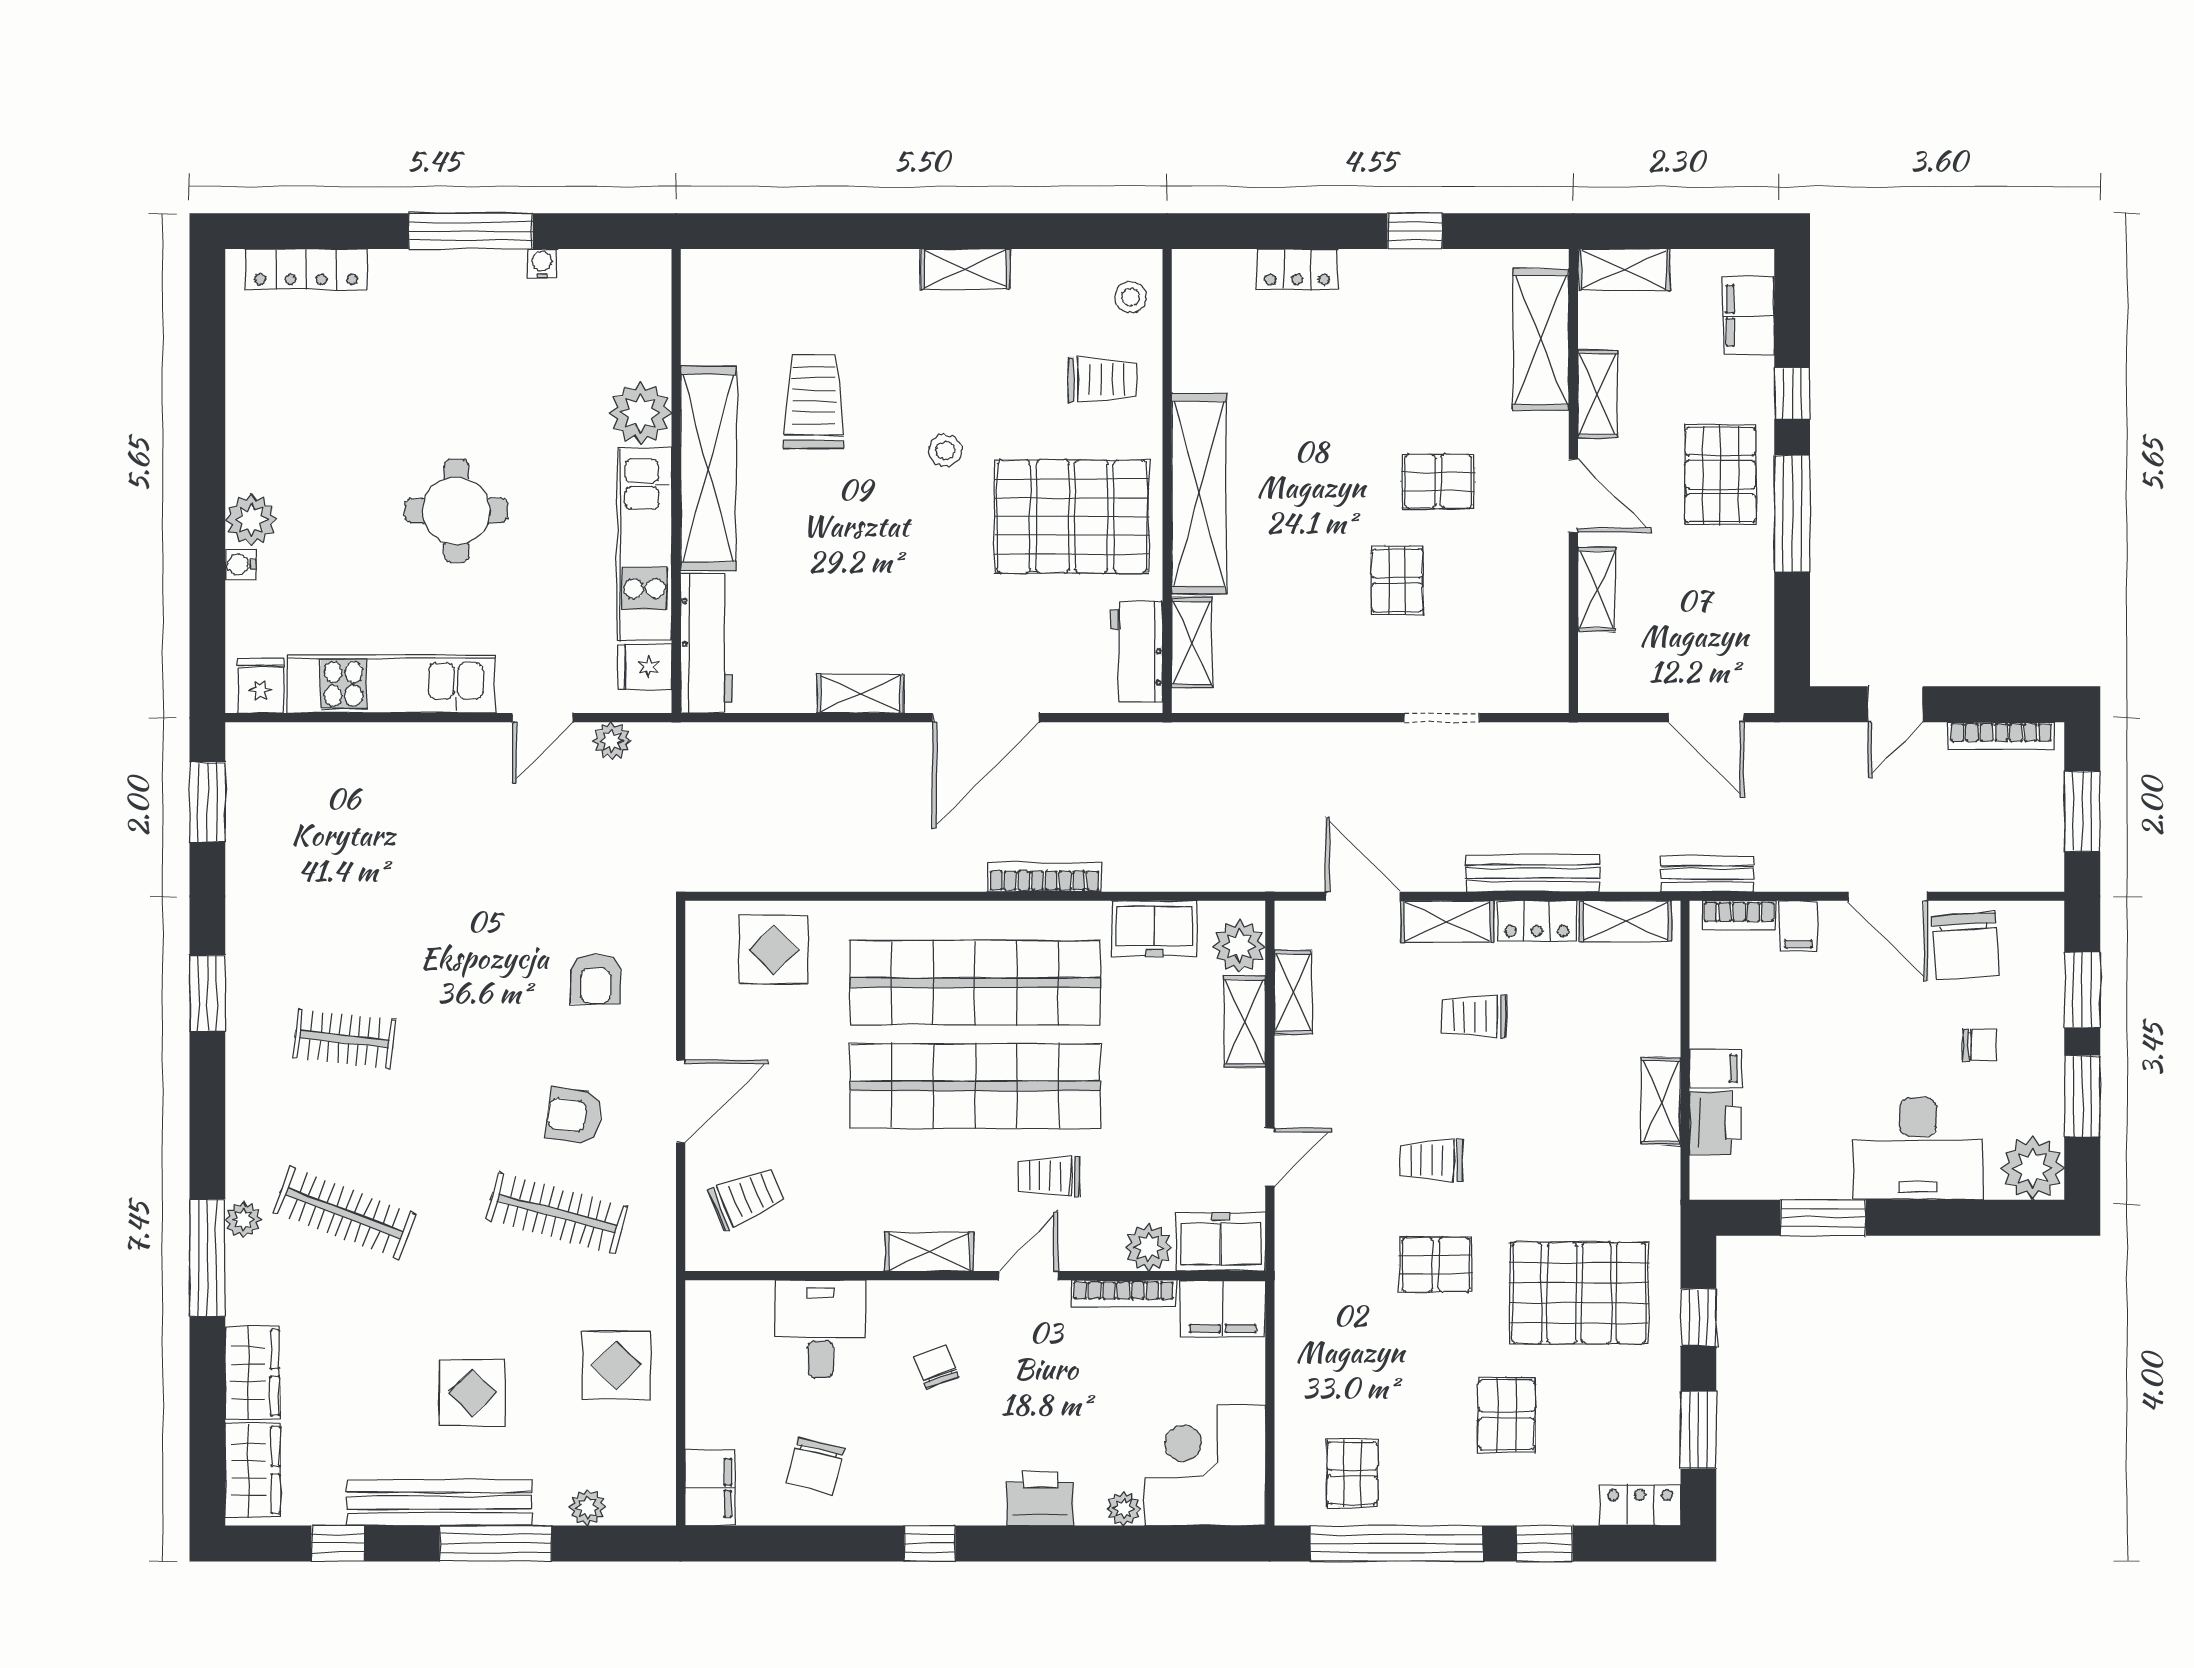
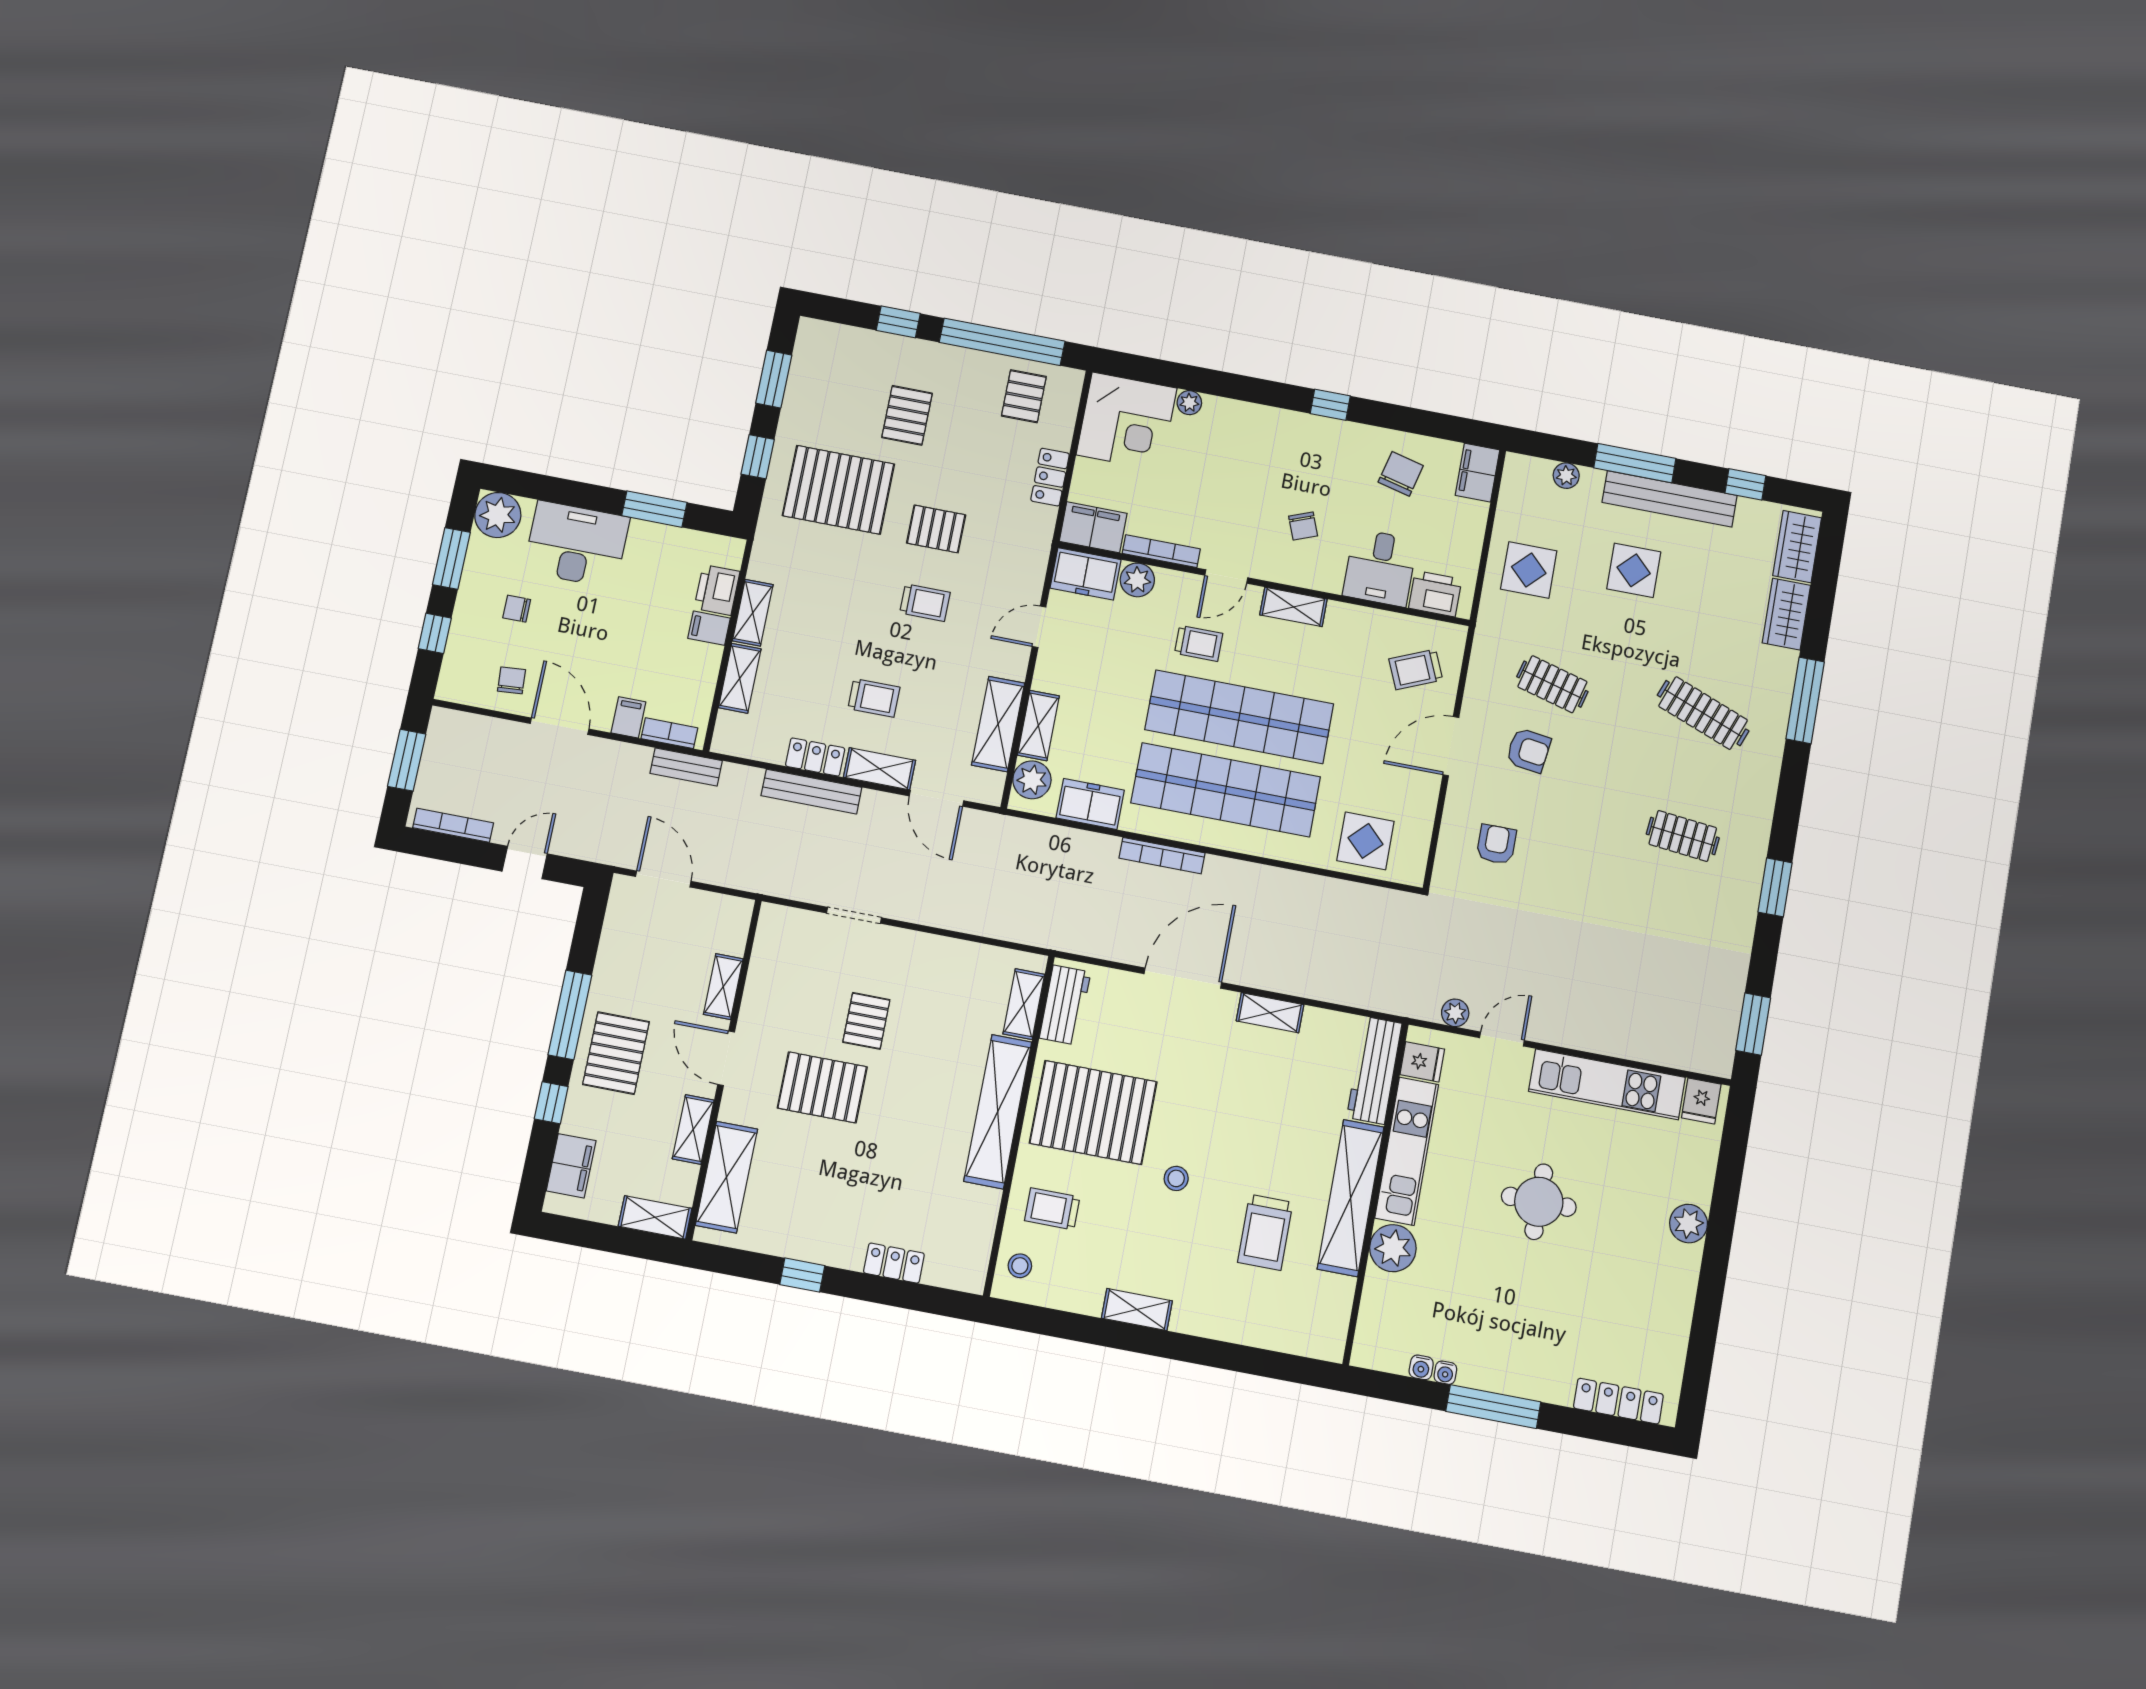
pallet: (1438, 481) -> (822, 1087), width x1.50, depth x1.42
water cooler: (241, 564) -> (1421, 1367), moved, turned 90
shelving: (1626, 921) -> (740, 678), moved, turned 90
chair: (1966, 946) -> (511, 680), width x0.54, depth x0.54
window: (2082, 990) -> (435, 633), width x0.67
shelving: (1293, 992) -> (998, 724), width x1.50, depth x1.33
clothes rail: (557, 1213) -> (1552, 684), width x0.73
plant: (243, 1220) -> (1775, 722), removed
printer: (1040, 1498) -> (1435, 594), moved, turned 180
locker: (1640, 1505) -> (1050, 477), moved, turned 90

